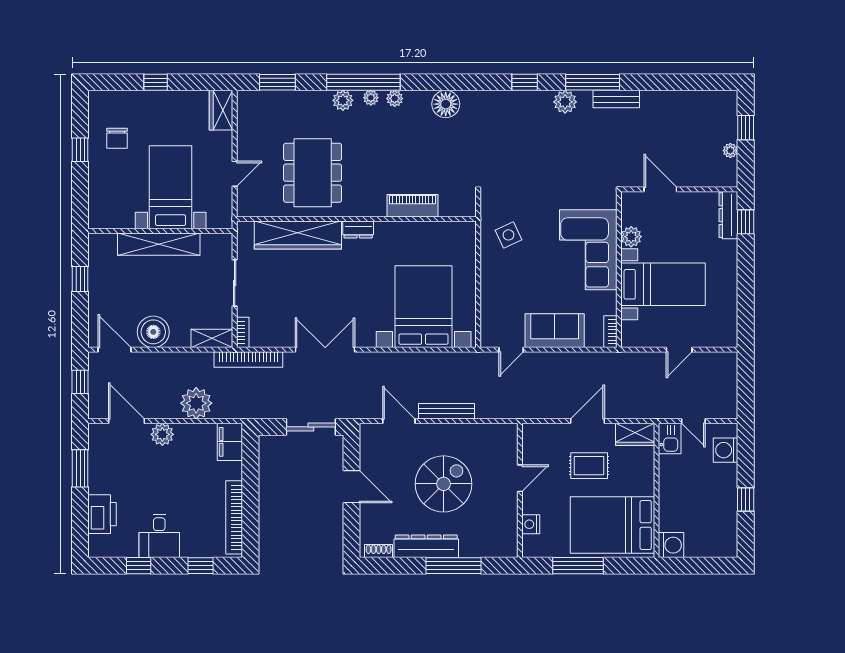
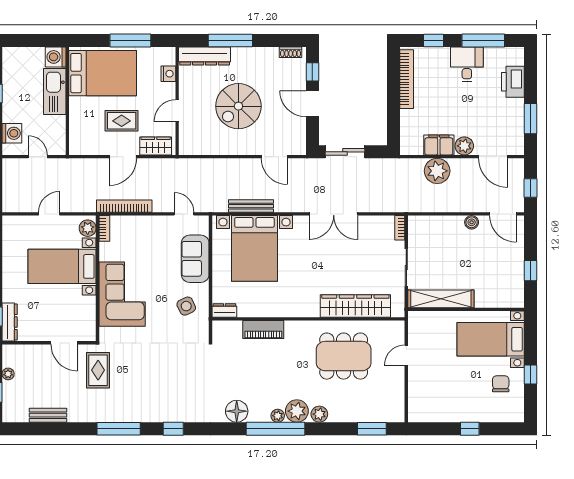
window: (363, 82) -> (276, 429), moved
plant: (371, 98) -> (297, 411), width x1.87, depth x1.87
bench: (616, 99) -> (48, 415), moved
plant: (565, 102) -> (141, 413), removed
wardrobe: (221, 110) -> (417, 406), removed
rug: (618, 155) -> (98, 370), added
dining table: (313, 173) -> (344, 356), turned 90
bed with nightstands: (171, 187) -> (491, 339), moved, turned 90
dresser: (358, 230) -> (224, 310), moved
plant: (631, 237) -> (88, 228), moved
shelving: (159, 244) -> (441, 299), moved
sofa: (555, 331) -> (195, 259), moved, turned 90
boiler: (153, 332) -> (472, 222), width x0.54, depth x0.54
shelving: (212, 338) -> (424, 223), removed
door: (511, 350) -> (184, 214), hinge flipped
bookcase: (248, 359) -> (124, 206), moved
bench: (446, 411) -> (251, 206), moved
wardrobe: (635, 434) -> (156, 146), moved
kitchen sink: (670, 438) -> (55, 91), moved, width x1.88, depth x1.24
filing cabinet: (230, 442) -> (439, 145), moved, turned -90
window: (351, 526) -> (312, 72), added
dresser: (426, 546) -> (205, 56), moved
window: (139, 566) -> (483, 40), width x2.17

